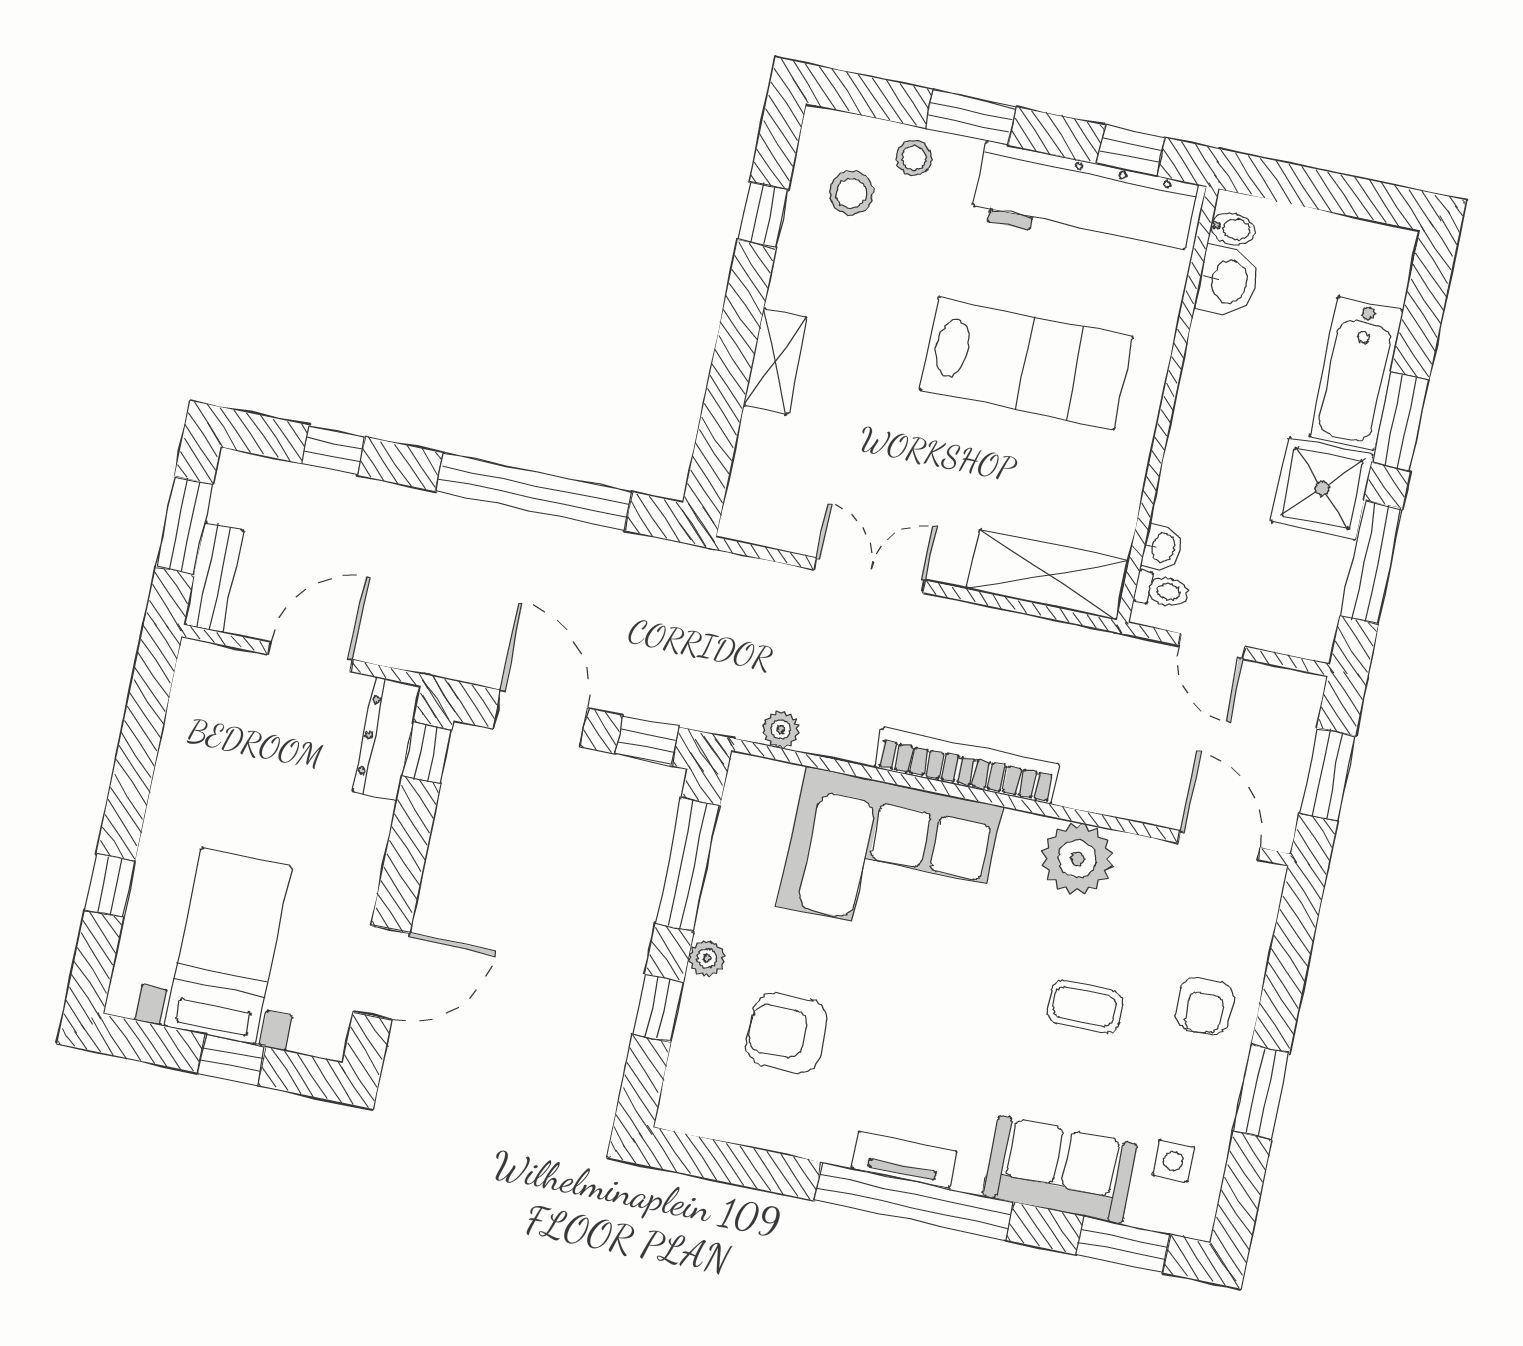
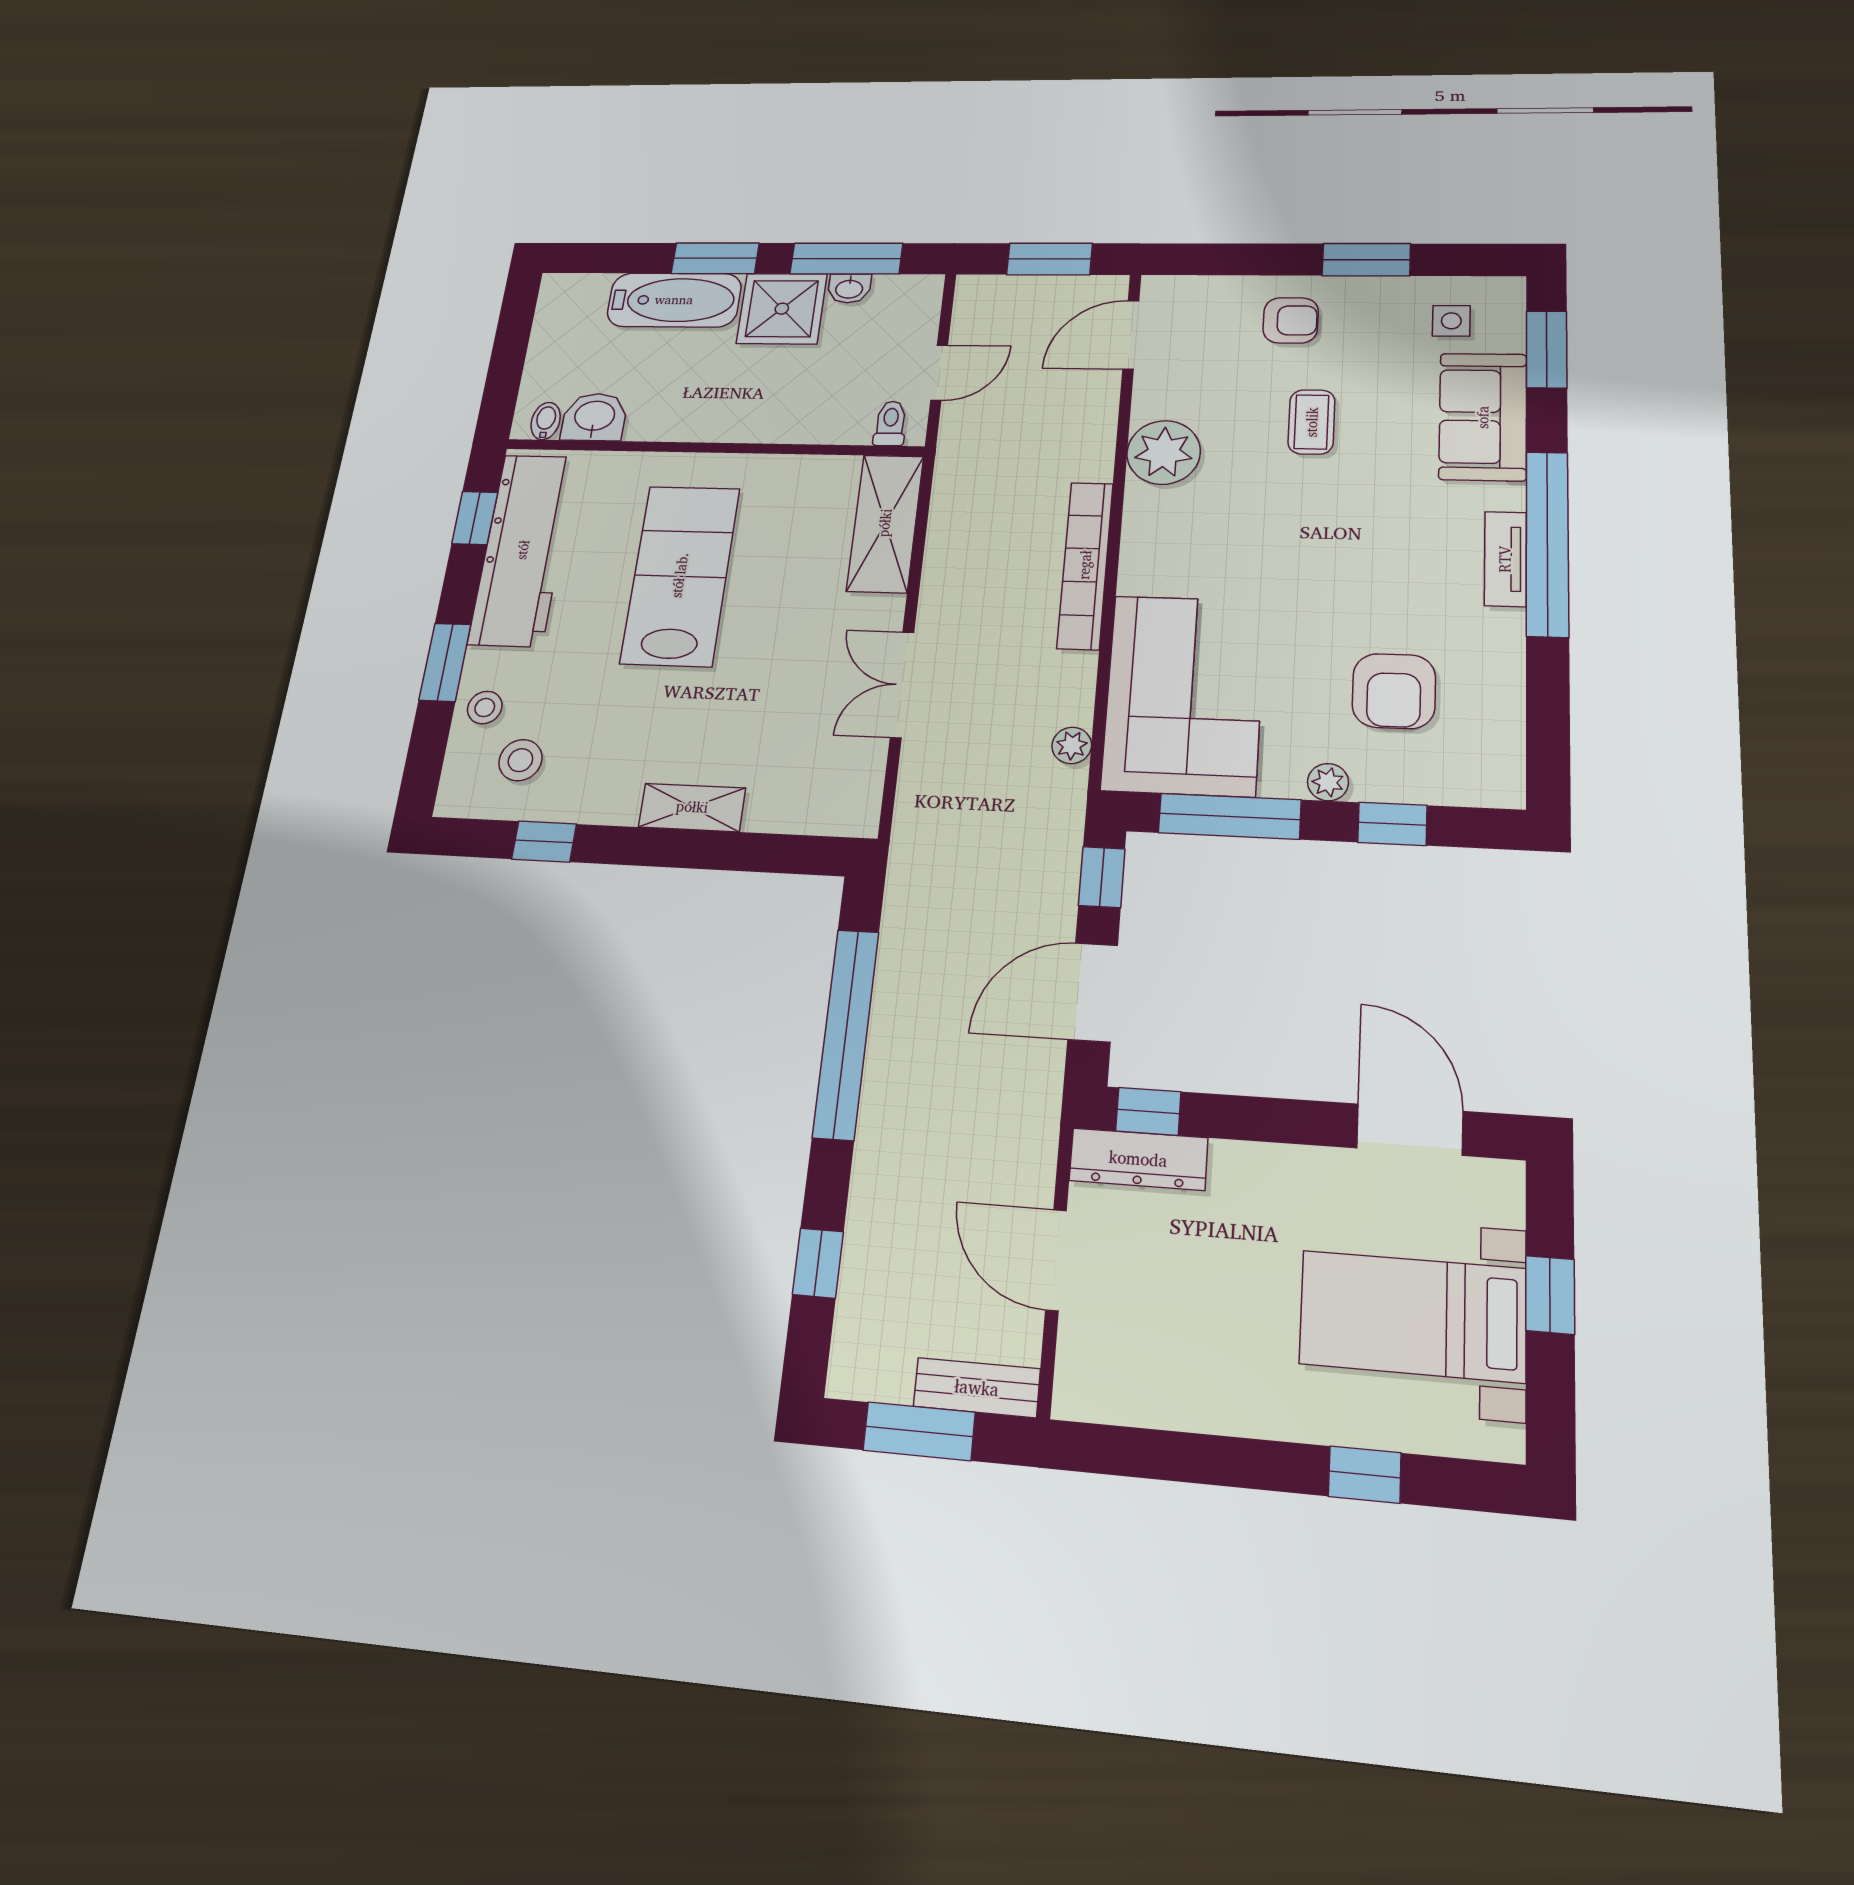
washbasin: (1162, 548) -> (849, 288), moved, turned 180
corner sofa: (890, 856) -> (1184, 695), moved

